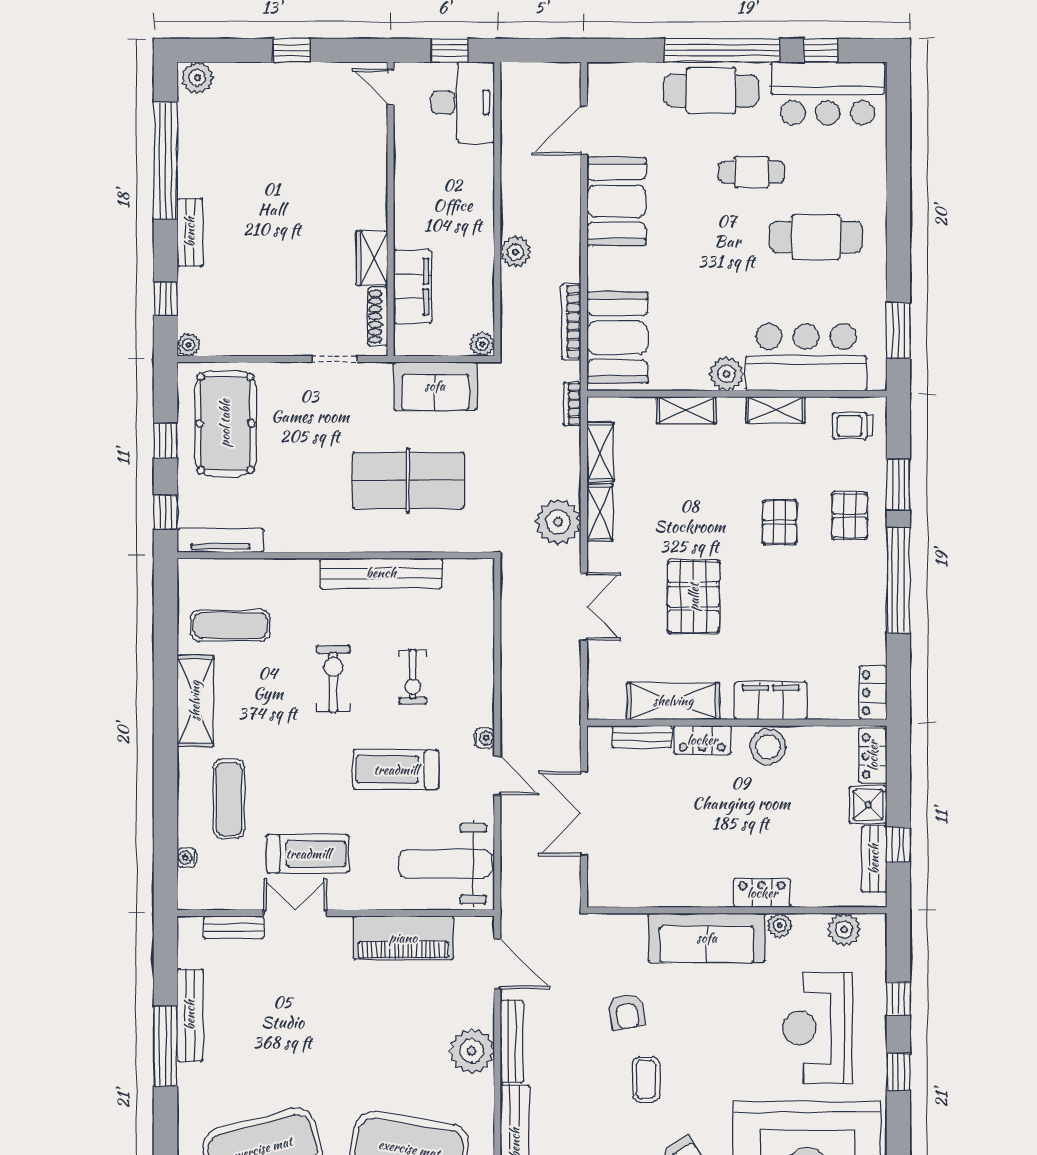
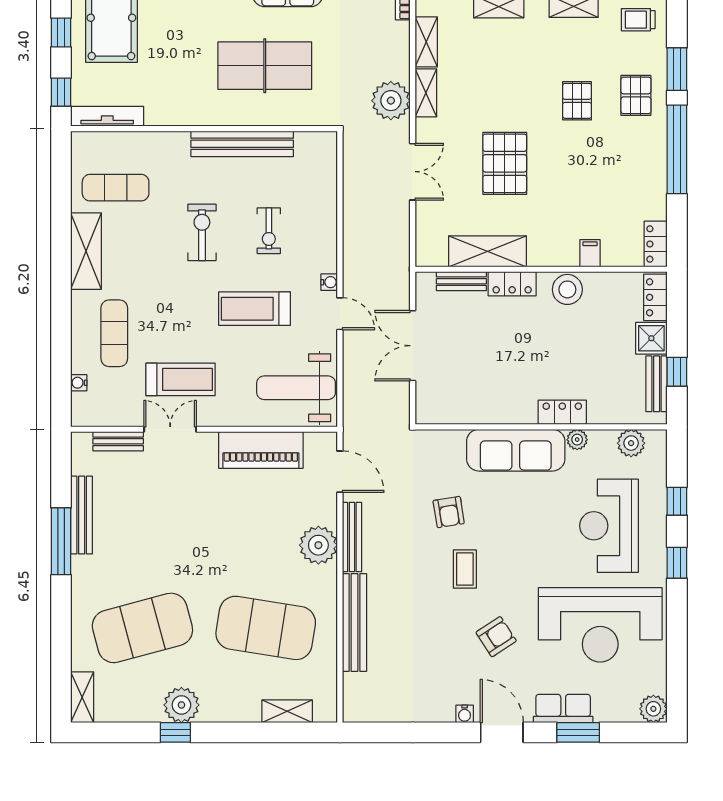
filing cabinet: (771, 701) -> (590, 253), width x0.33, depth x0.86

